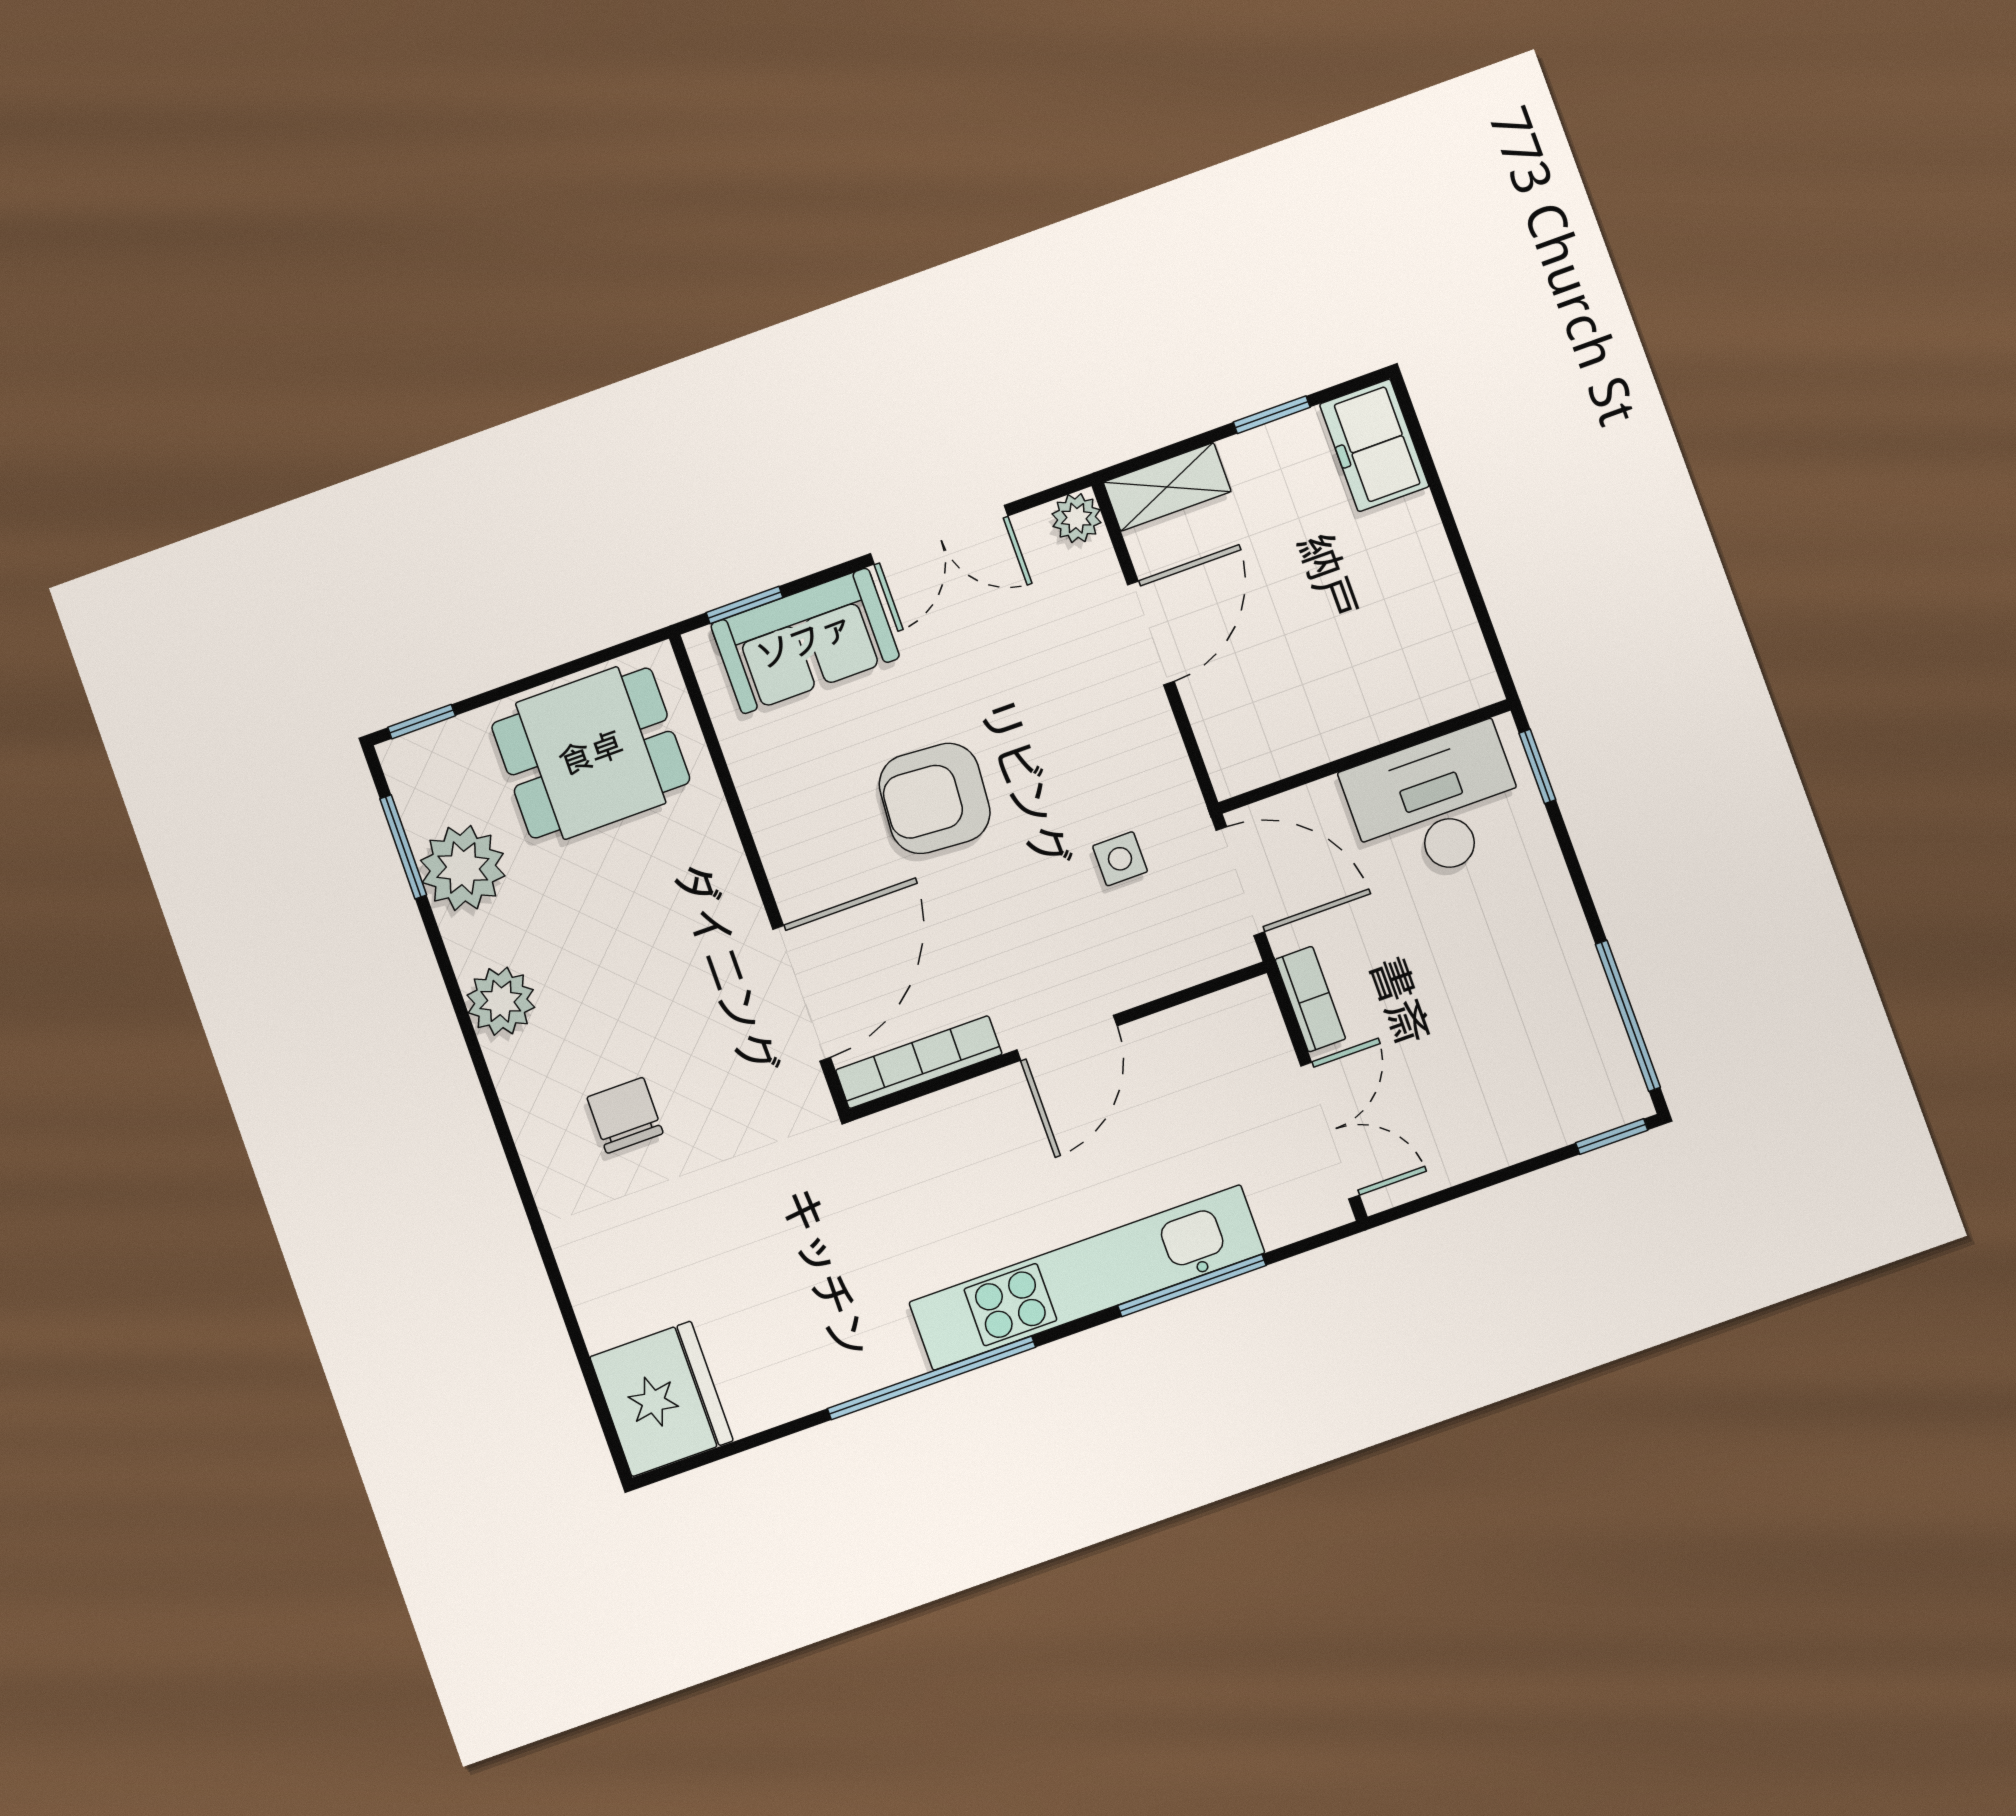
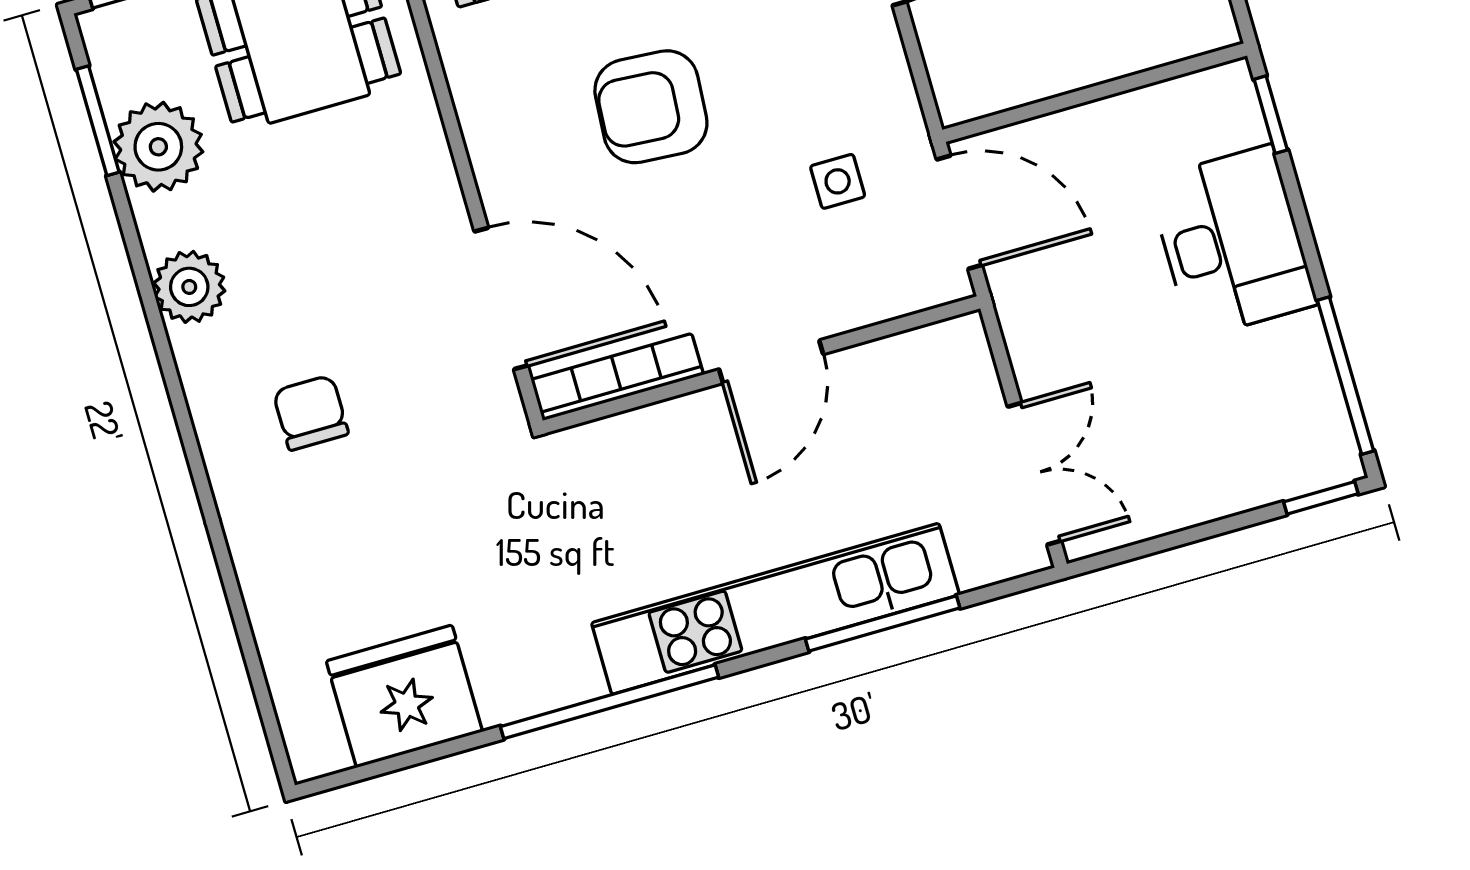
desk: (1436, 806) -> (1232, 242), moved, turned 90
door: (802, 993) -> (501, 298), hinge flipped
bookcase: (1310, 999) -> (1023, 338), removed
fridge: (661, 1399) -> (404, 696), moved, turned -90

